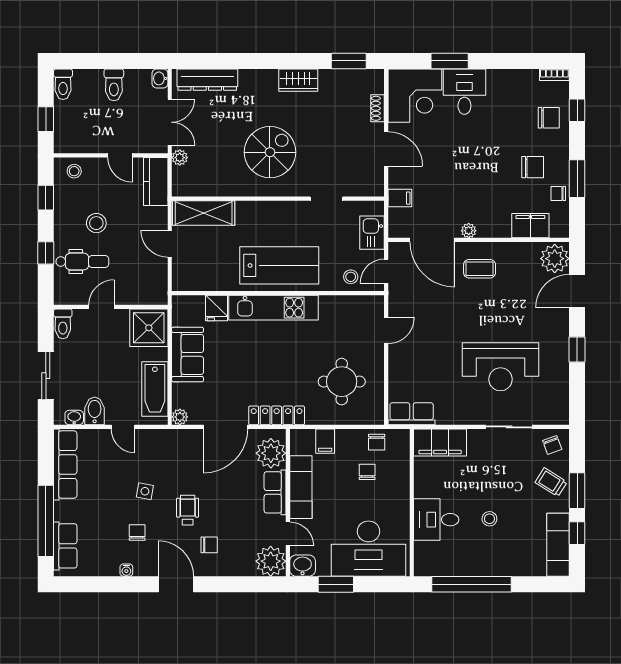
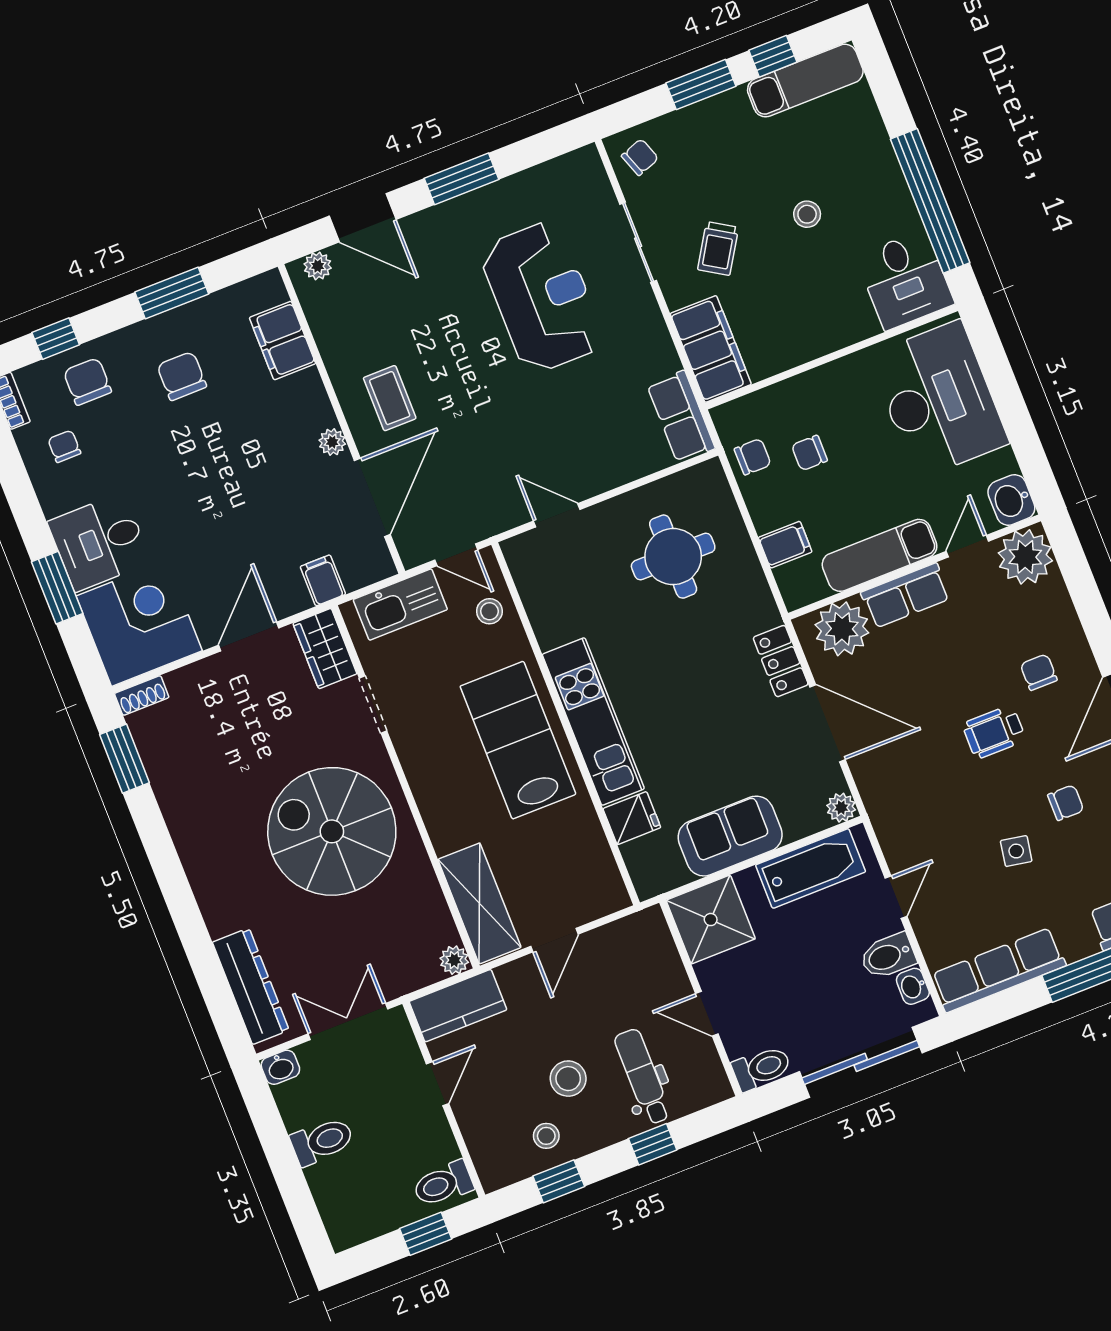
wardrobe: (298, 80) -> (325, 649), moved, turned 180
toilet: (63, 84) -> (443, 1184), moved, turned 180
shoe rack: (378, 108) -> (142, 695), moved
spiral stairs: (270, 152) -> (332, 831), width x1.37, depth x1.37
plant: (180, 158) -> (454, 960), moved
stool: (74, 171) -> (546, 1136), moved
chair: (558, 193) -> (64, 446), moved, turned 180
kitchen sink: (372, 233) -> (400, 605), width x1.38
plant: (555, 259) -> (318, 266), width x0.53, depth x0.53
window: (577, 349) -> (461, 179), width x1.50
sliding door: (46, 376) -> (861, 1062), width x1.37
locker: (277, 415) -> (781, 661), width x0.66
trolley: (551, 482) -> (718, 248), moved
side table: (145, 491) -> (1016, 851), moved
desk: (436, 520) -> (905, 280), moved
chair: (137, 532) -> (1066, 803), turned 180
window: (336, 584) -> (1021, 431), removed

